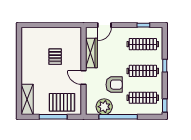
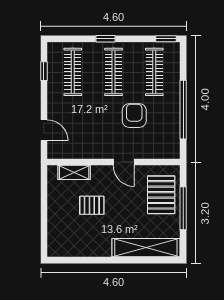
shelving: (77, 45) -> (74, 172), added
wardrobe: (91, 53) -> (86, 150), removed
door: (83, 78) -> (124, 162), hinge flipped
shelving: (27, 99) -> (146, 248), width x1.47
plant: (104, 107) -> (168, 131), removed

